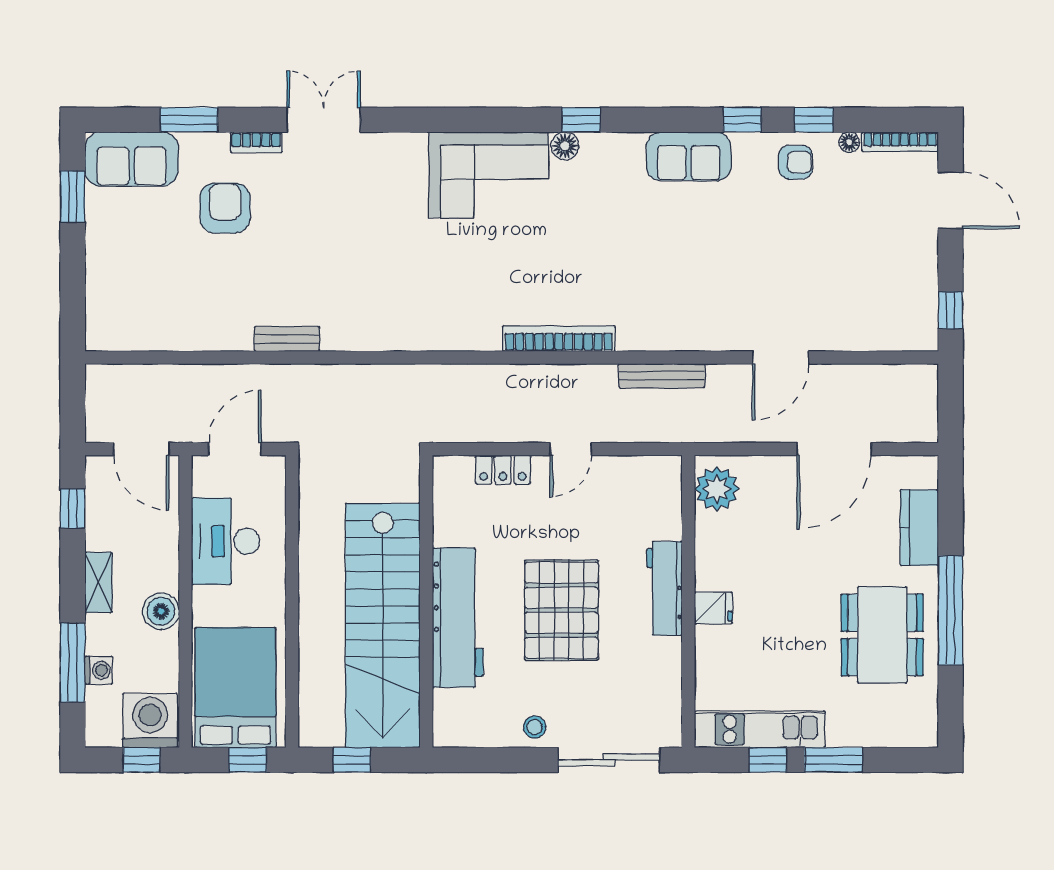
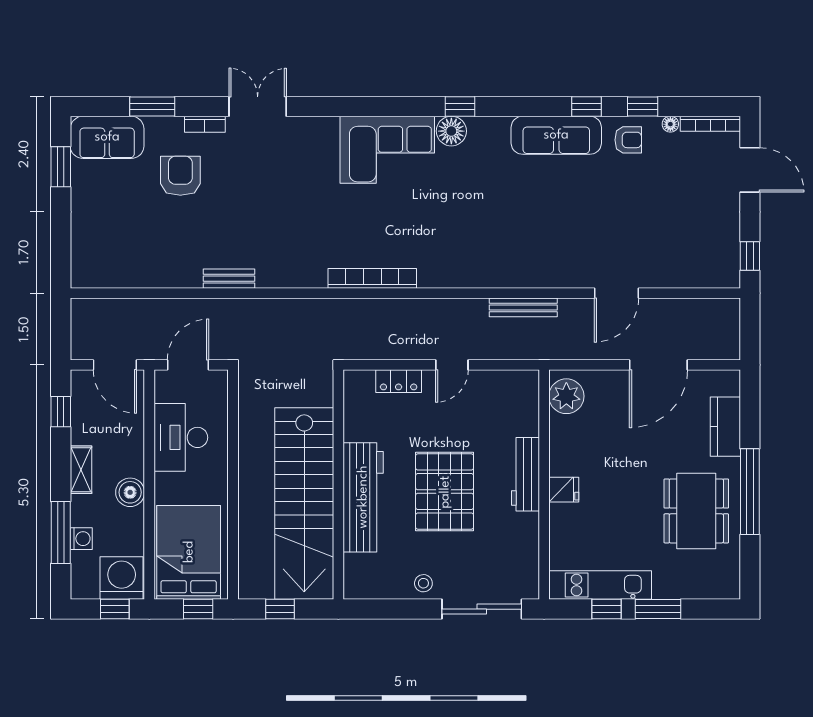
floor lamp: (565, 146) -> (451, 131), width x1.38, depth x1.38
sofa: (689, 156) -> (556, 135), width x1.36
bookcase: (559, 339) -> (372, 278), moved

